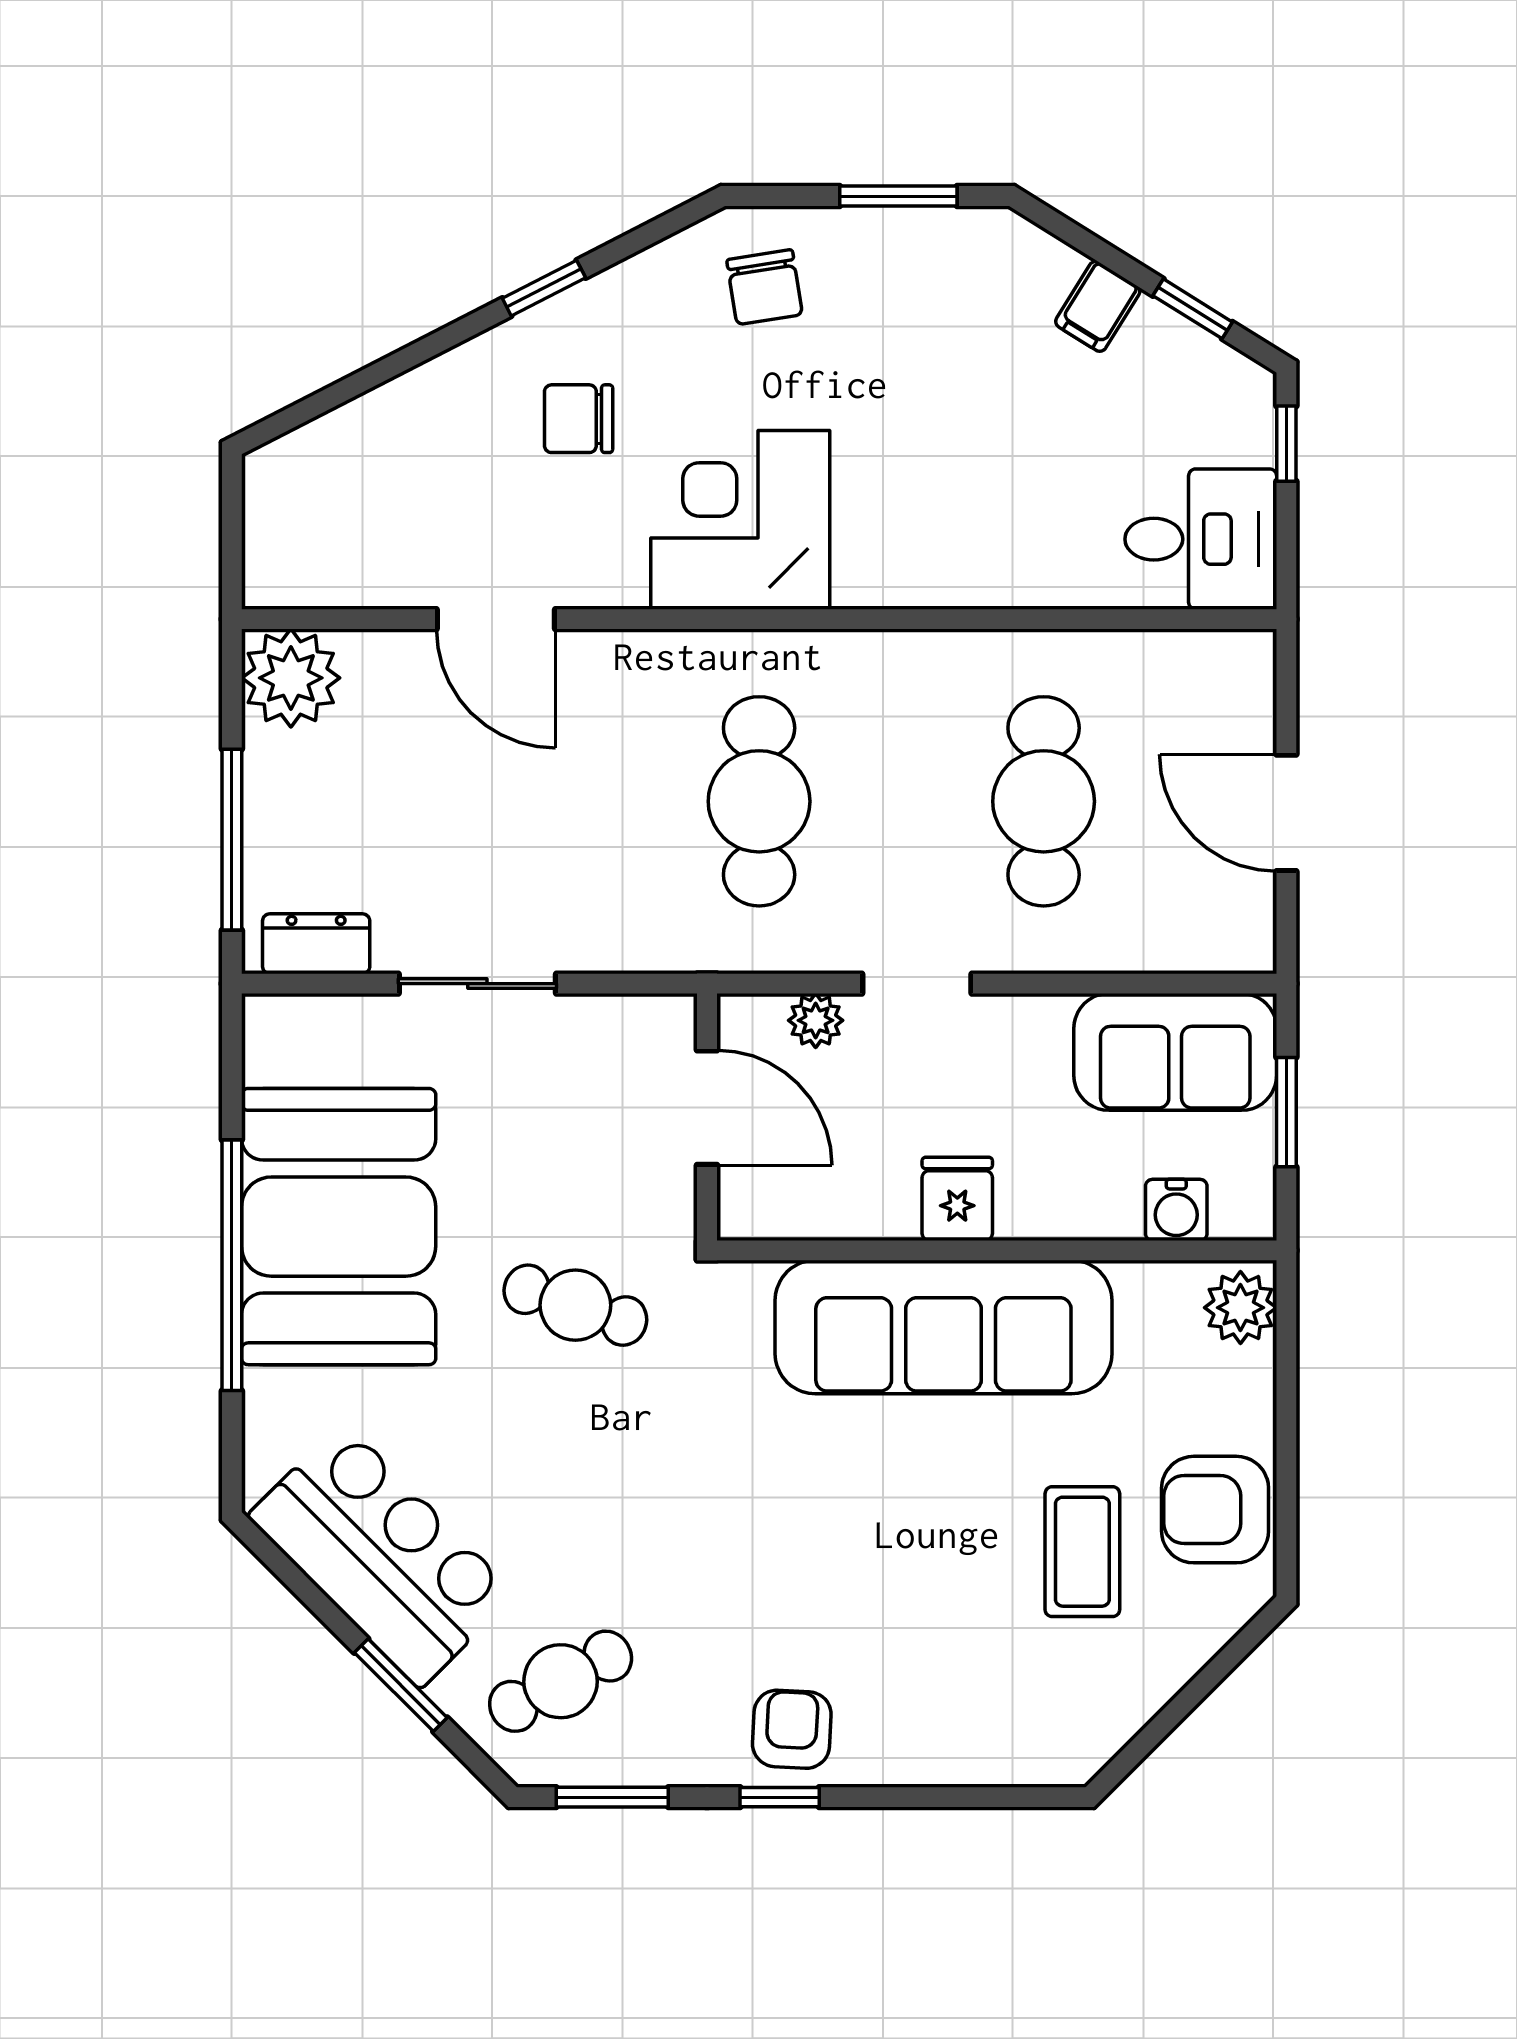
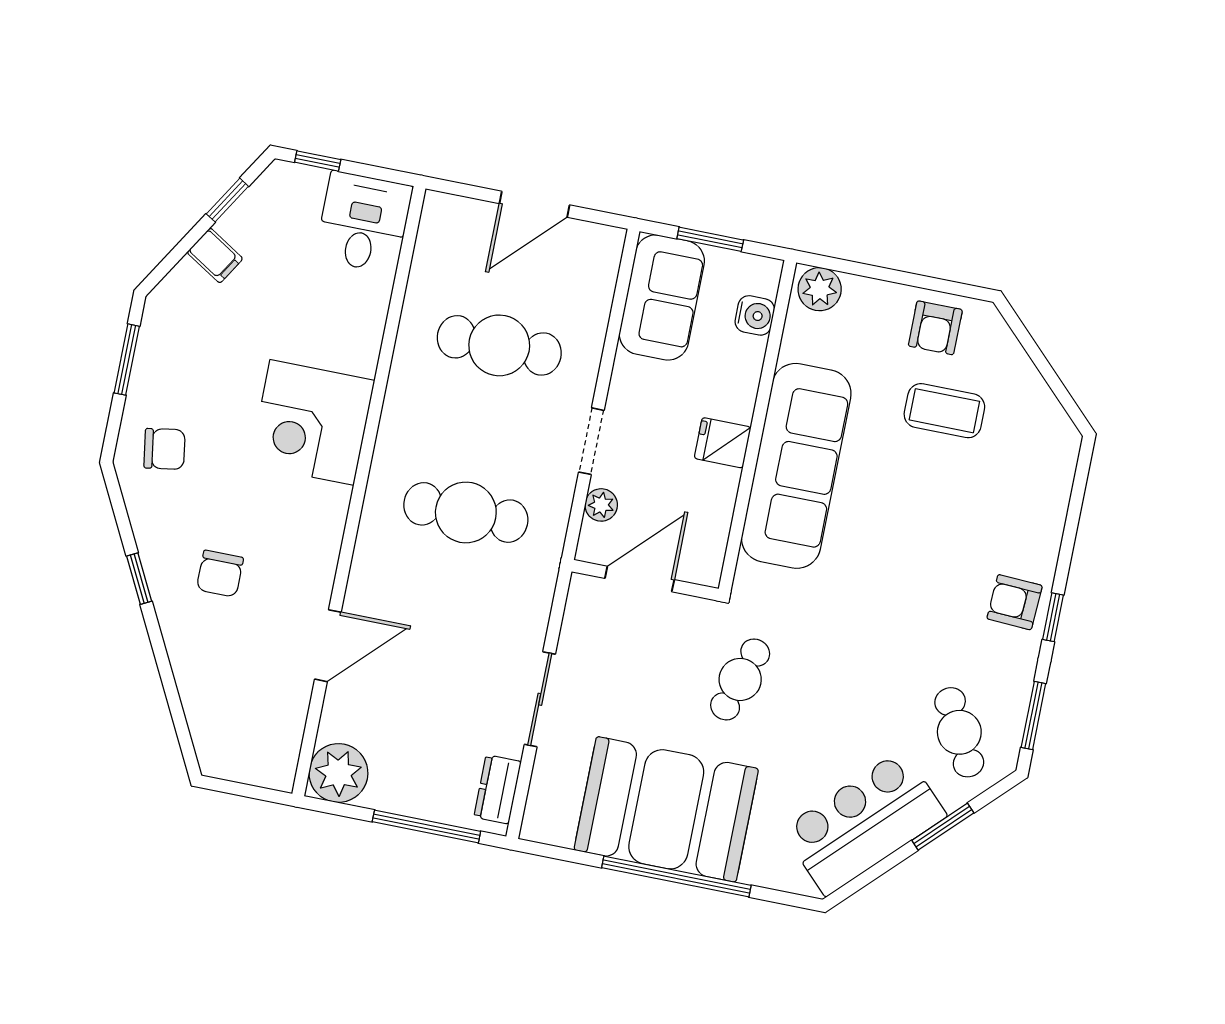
corner desk: (740, 520) -> (312, 422), moved
armchair: (1215, 1510) -> (935, 328), width x0.72, depth x0.72

